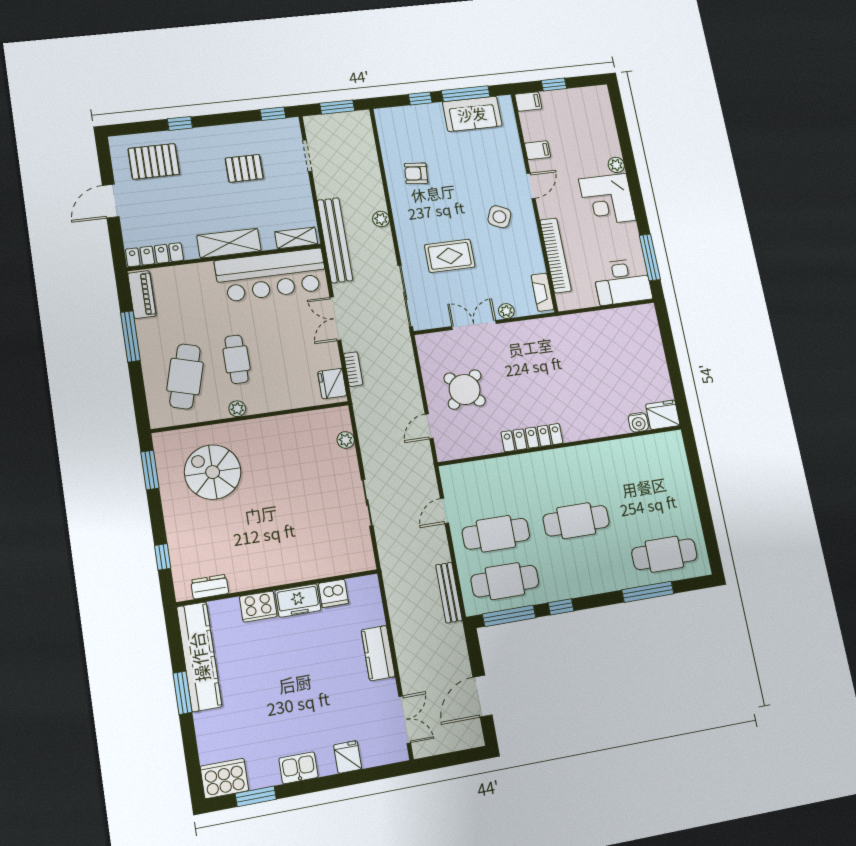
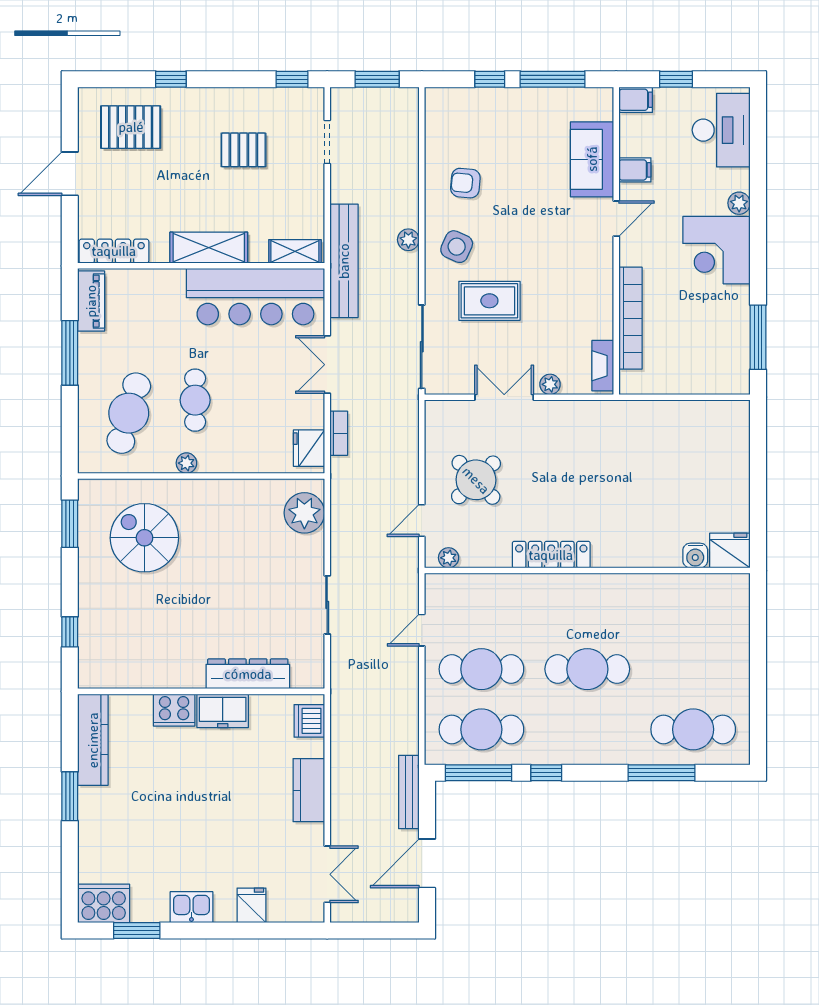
sofa: (472, 114) -> (592, 159), moved, turned 90
side table: (499, 217) -> (457, 247), moved
desk: (622, 282) -> (721, 130), moved, turned -90
plant: (346, 440) -> (304, 513), width x1.87, depth x1.87
plant: (455, 452) -> (449, 558), added
dresser: (210, 587) -> (248, 674), moved, width x1.96, depth x1.24
dishwasher: (333, 593) -> (309, 721), moved, turned 90
bench: (449, 593) -> (409, 792), moved
kitchen counter: (199, 657) -> (93, 740), width x0.72, depth x0.86

